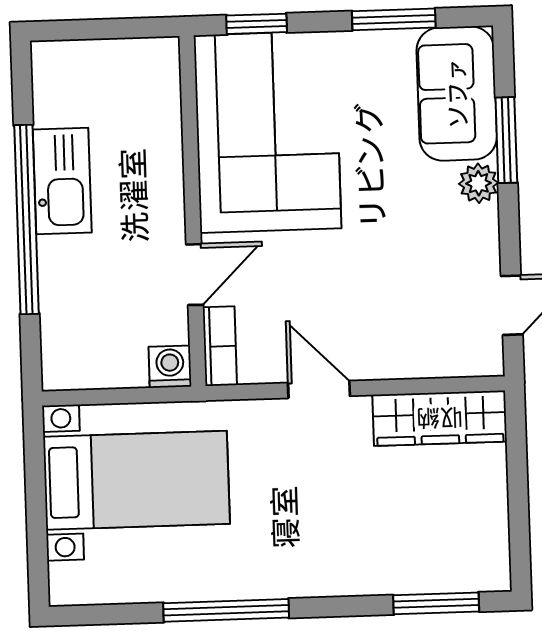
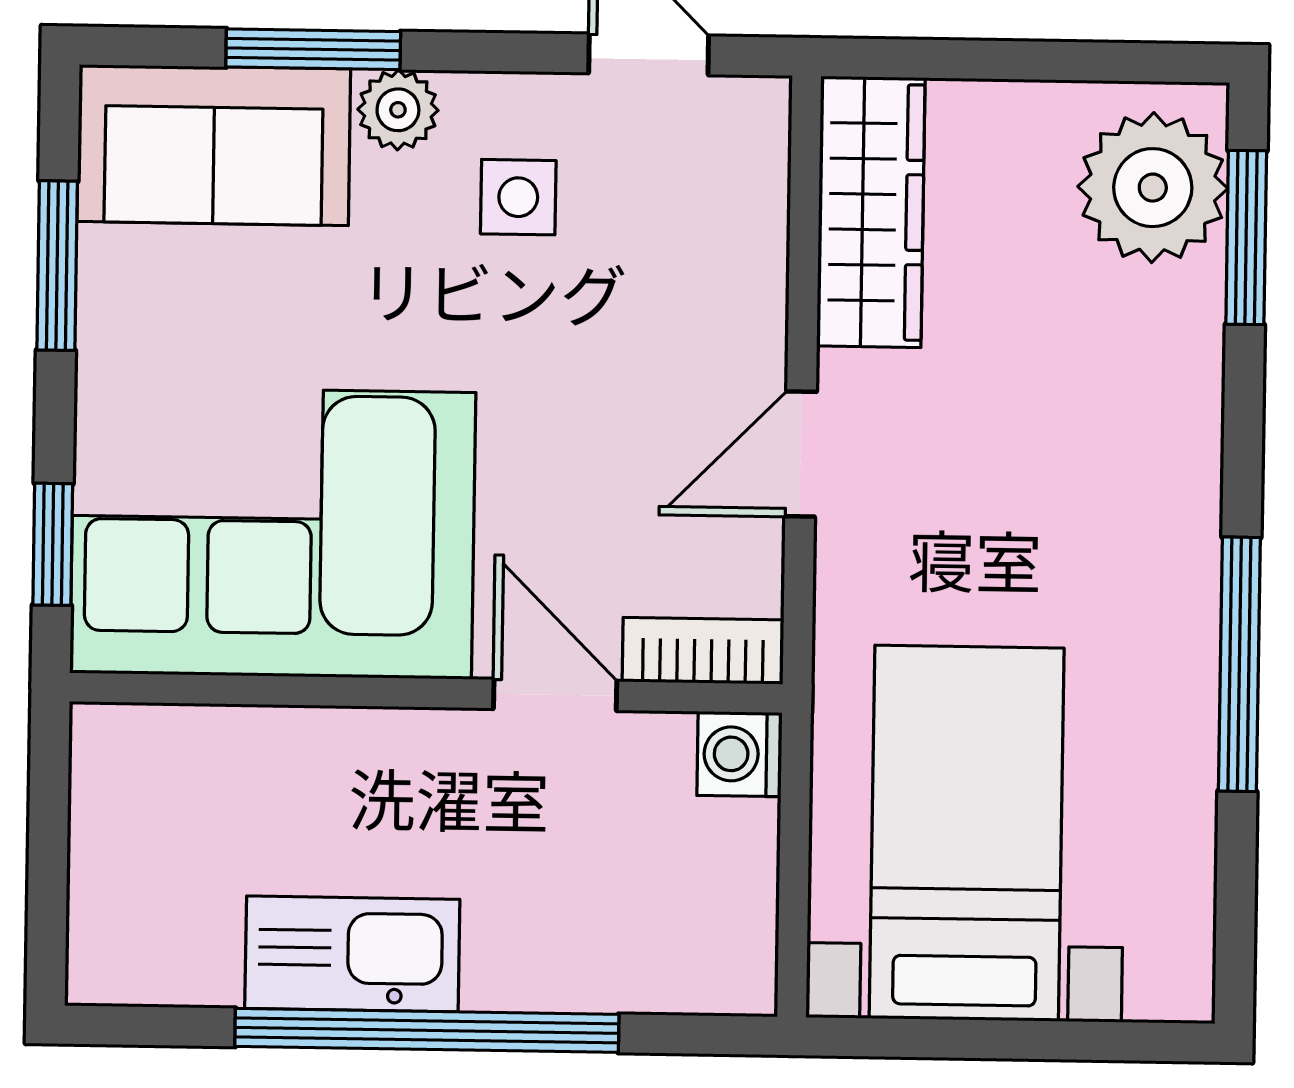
side table: (438, 244) -> (518, 197), added
plant: (458, 556) -> (1153, 188), added

